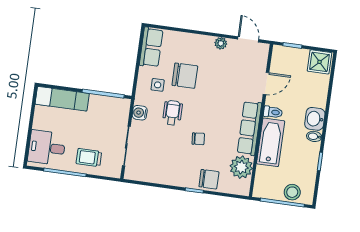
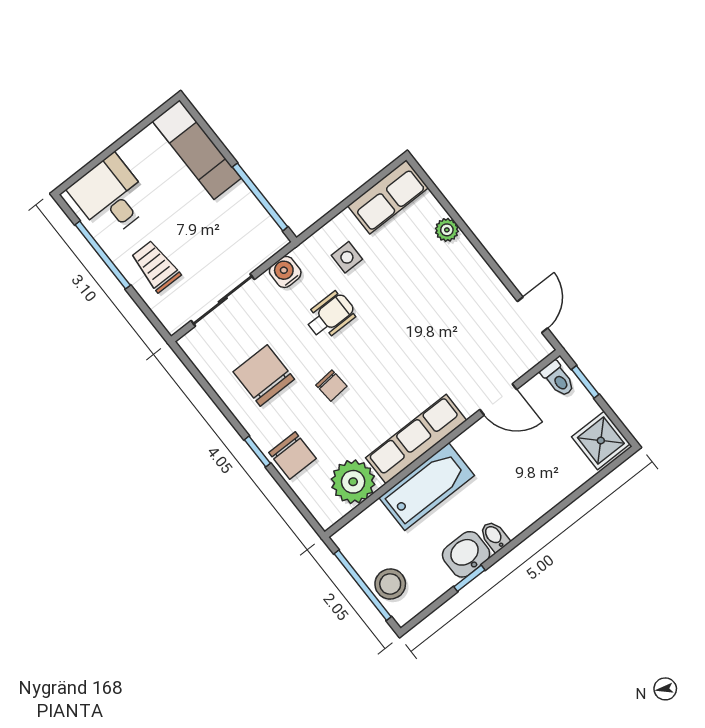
plant: (221, 43) -> (447, 230), moved
chair: (185, 76) -> (264, 376), moved, turned 180
toilet: (273, 112) -> (558, 379), moved
washbasin: (315, 119) -> (466, 554), moved

